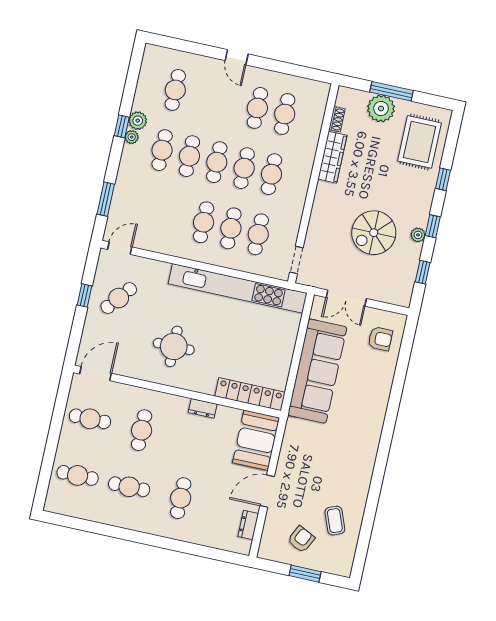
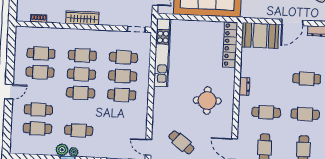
cafe table: (189, 156) -> (38, 110), moved
wardrobe: (332, 157) -> (83, 18), moved
kitchen unit: (238, 288) -> (162, 53), width x0.73
dresser: (203, 408) -> (244, 86), moved
cafe table: (129, 487) -> (305, 114), turned 90
door: (267, 491) -> (292, 22), hinge flipped

